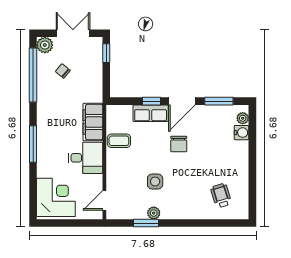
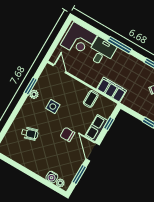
window: (151, 101) -> (109, 124), moved
desk: (86, 158) -> (102, 52), moved, turned 180
wheelchair: (221, 196) -> (30, 134), moved

